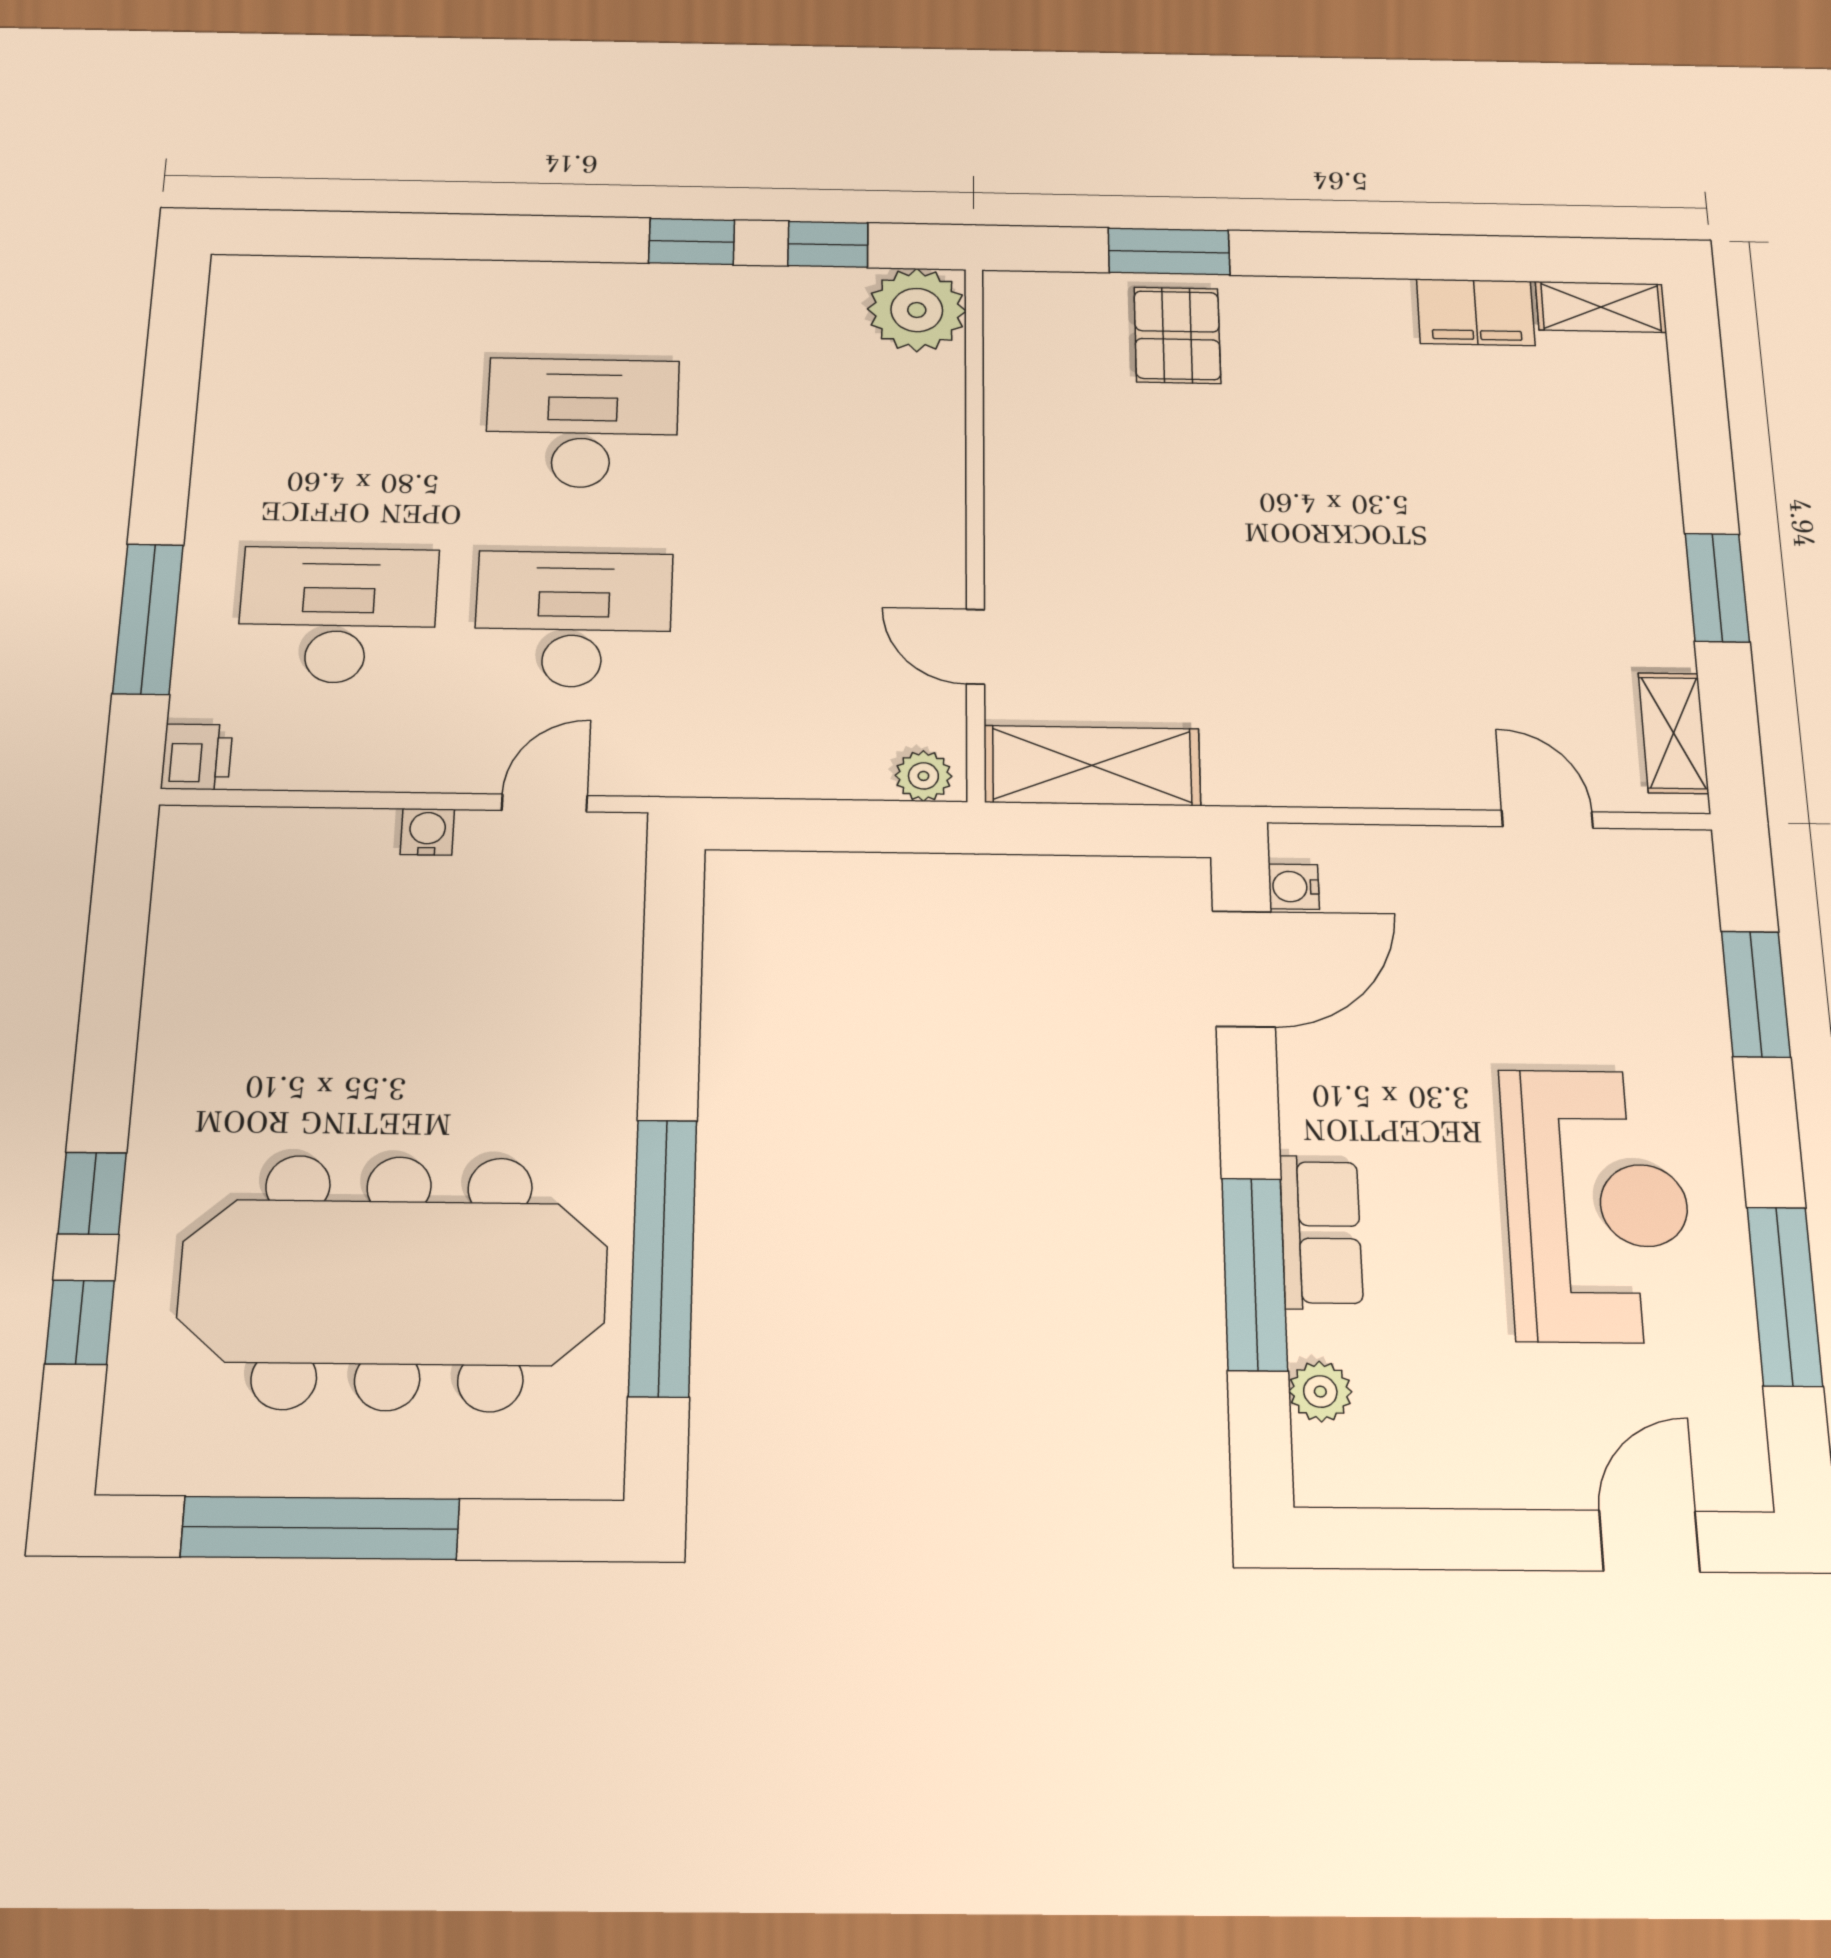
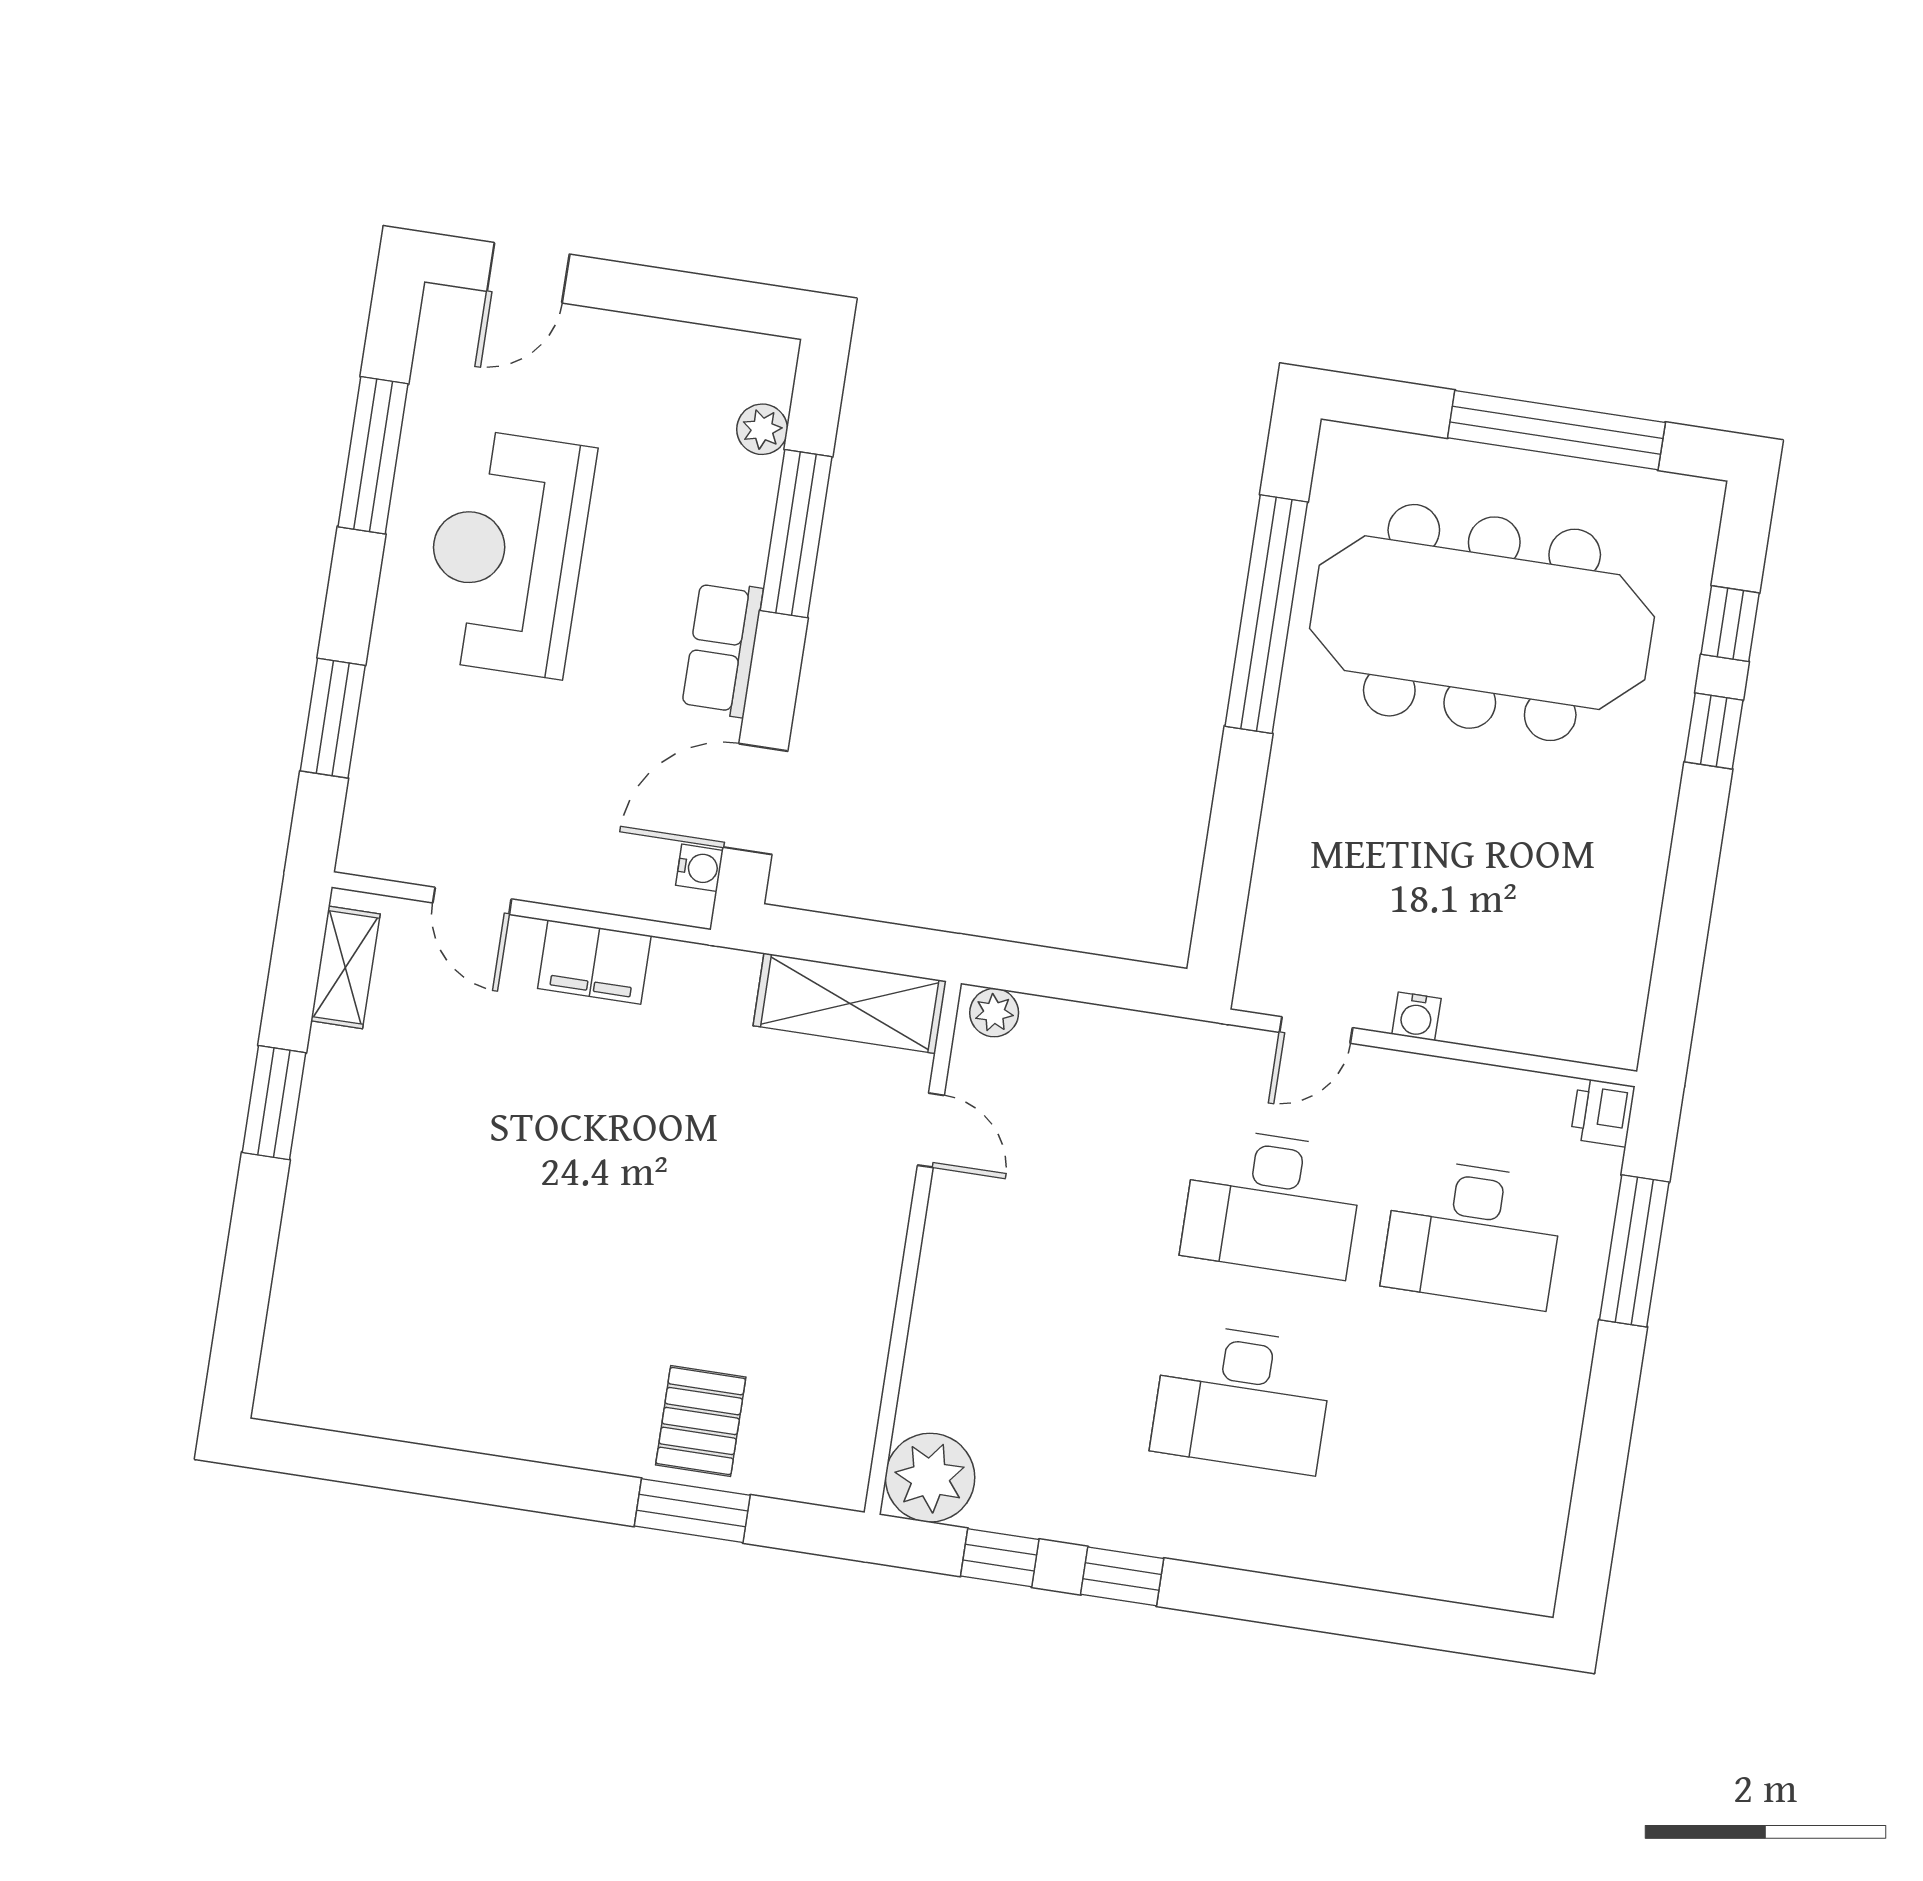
shelving: (1601, 307) -> (311, 1402), removed
filing cabinet: (1476, 312) -> (594, 962), moved, turned 180
row of seats: (1321, 1232) -> (722, 649), moved

